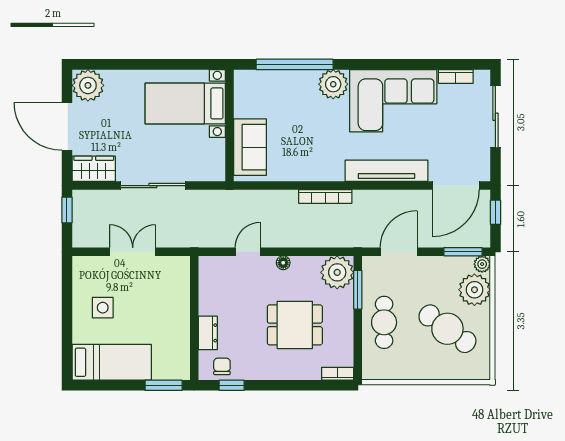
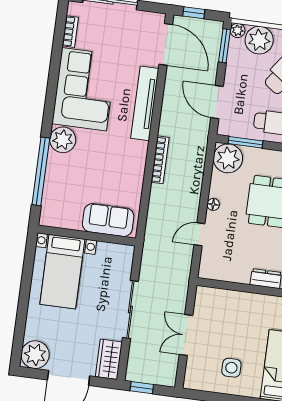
door: (248, 252) -> (199, 234), hinge flipped

